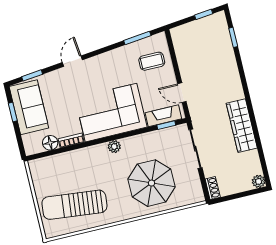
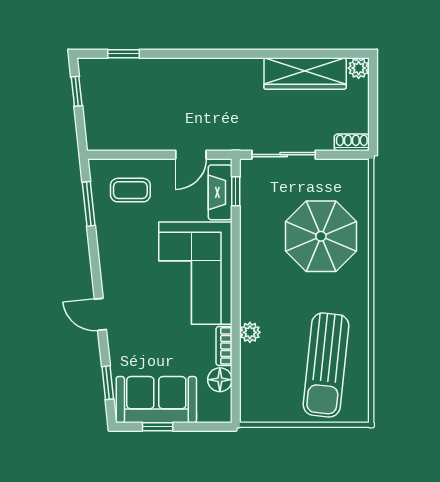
coffee table: (152, 61) -> (130, 190), turned 90
wardrobe: (242, 126) -> (305, 73), moved
plant: (114, 147) -> (250, 332), moved

